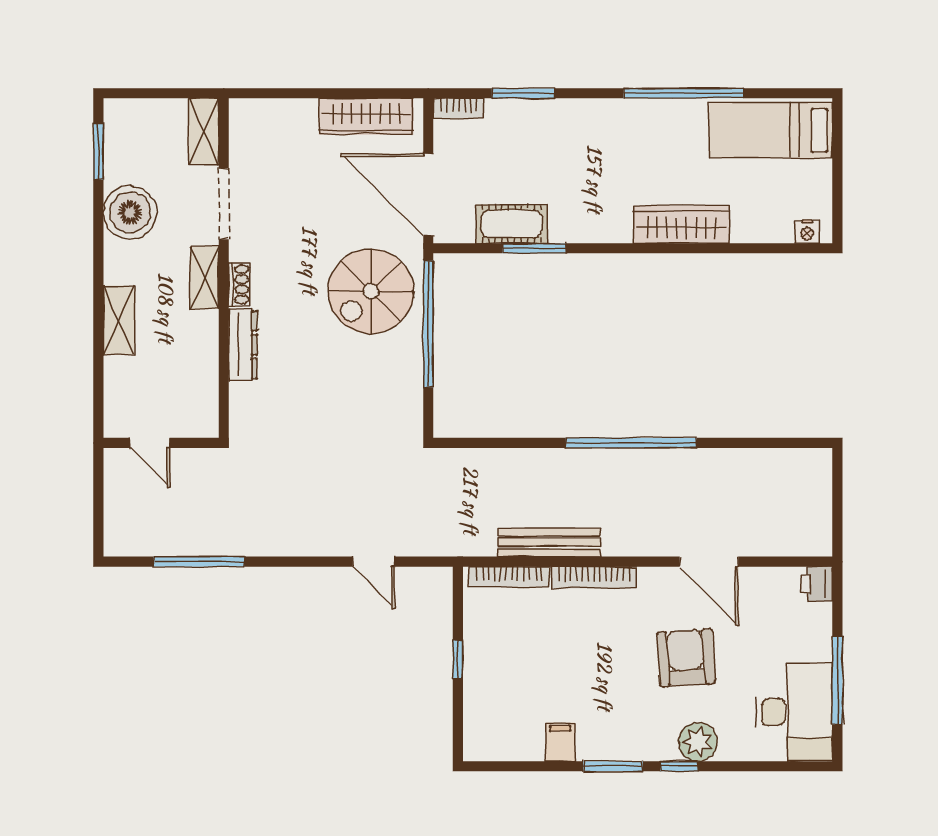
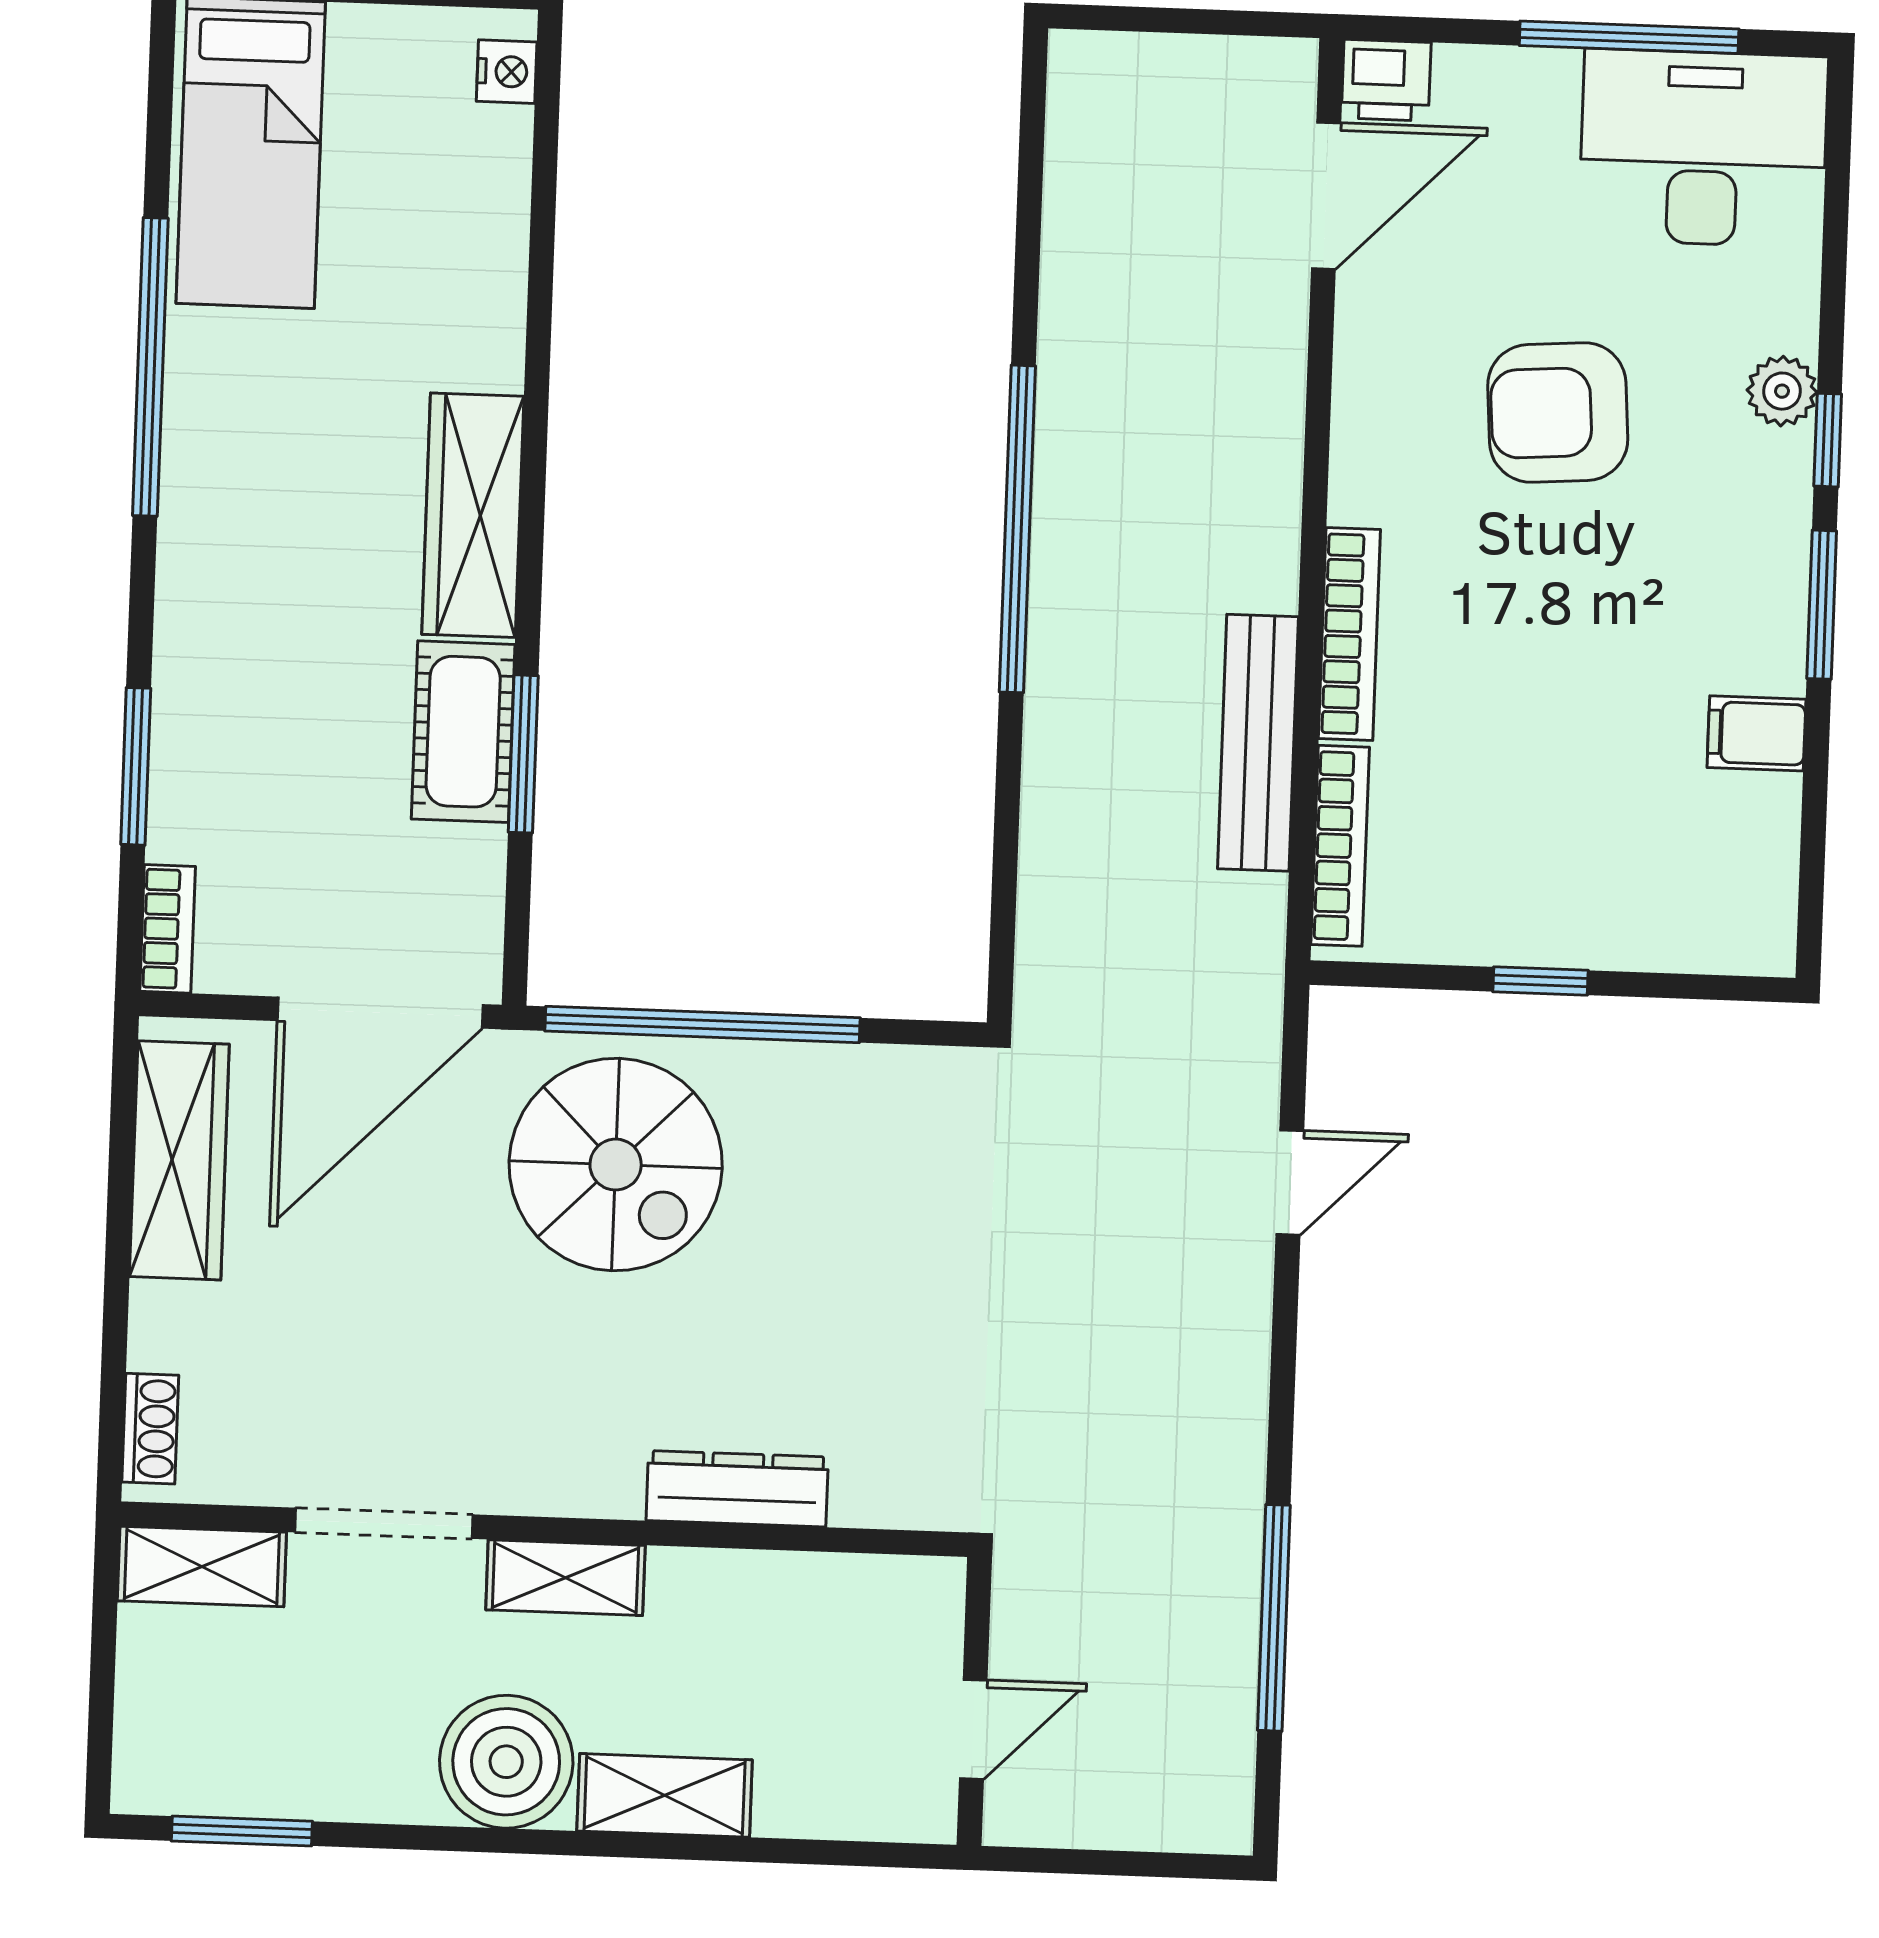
boiler: (130, 212) -> (506, 1762), moved
cot: (512, 224) -> (463, 732), moved
wardrobe: (681, 225) -> (473, 515), moved
shoe rack: (239, 284) -> (150, 1429), moved, turned 90
door: (709, 562) -> (1326, 196), moved
plant: (698, 742) -> (1782, 391), width x0.73, depth x0.73

